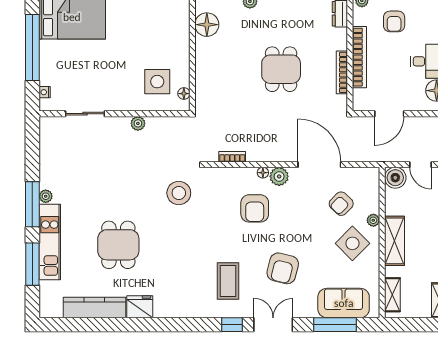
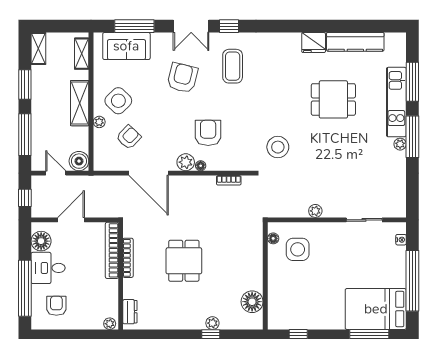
armchair: (394, 21) -> (56, 306), moved
bookcase: (359, 57) -> (112, 250), moved
door: (389, 114) -> (71, 220), moved
dining table: (118, 245) -> (333, 99), turned 90

